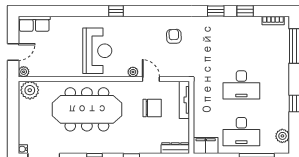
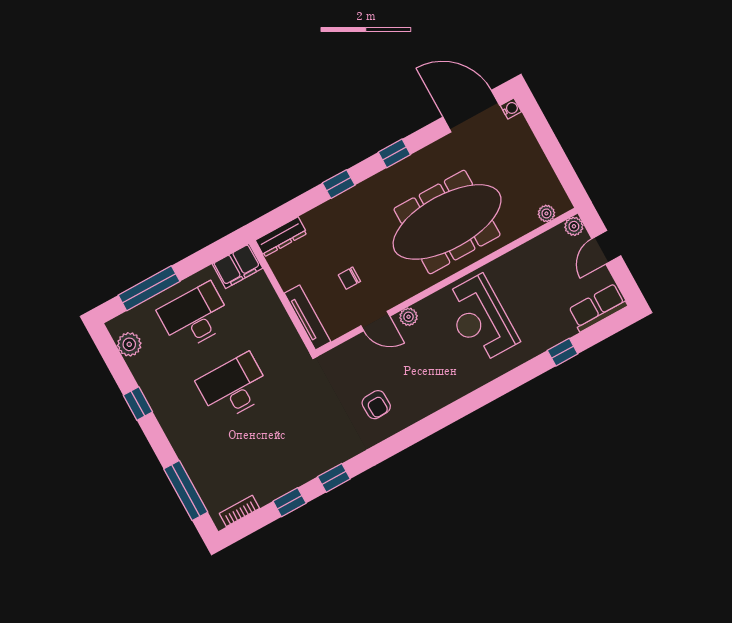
window: (116, 11) -> (563, 352), moved
plant: (30, 90) -> (546, 213), width x0.53, depth x0.53
chair: (152, 108) -> (349, 278), width x0.54, depth x0.54

